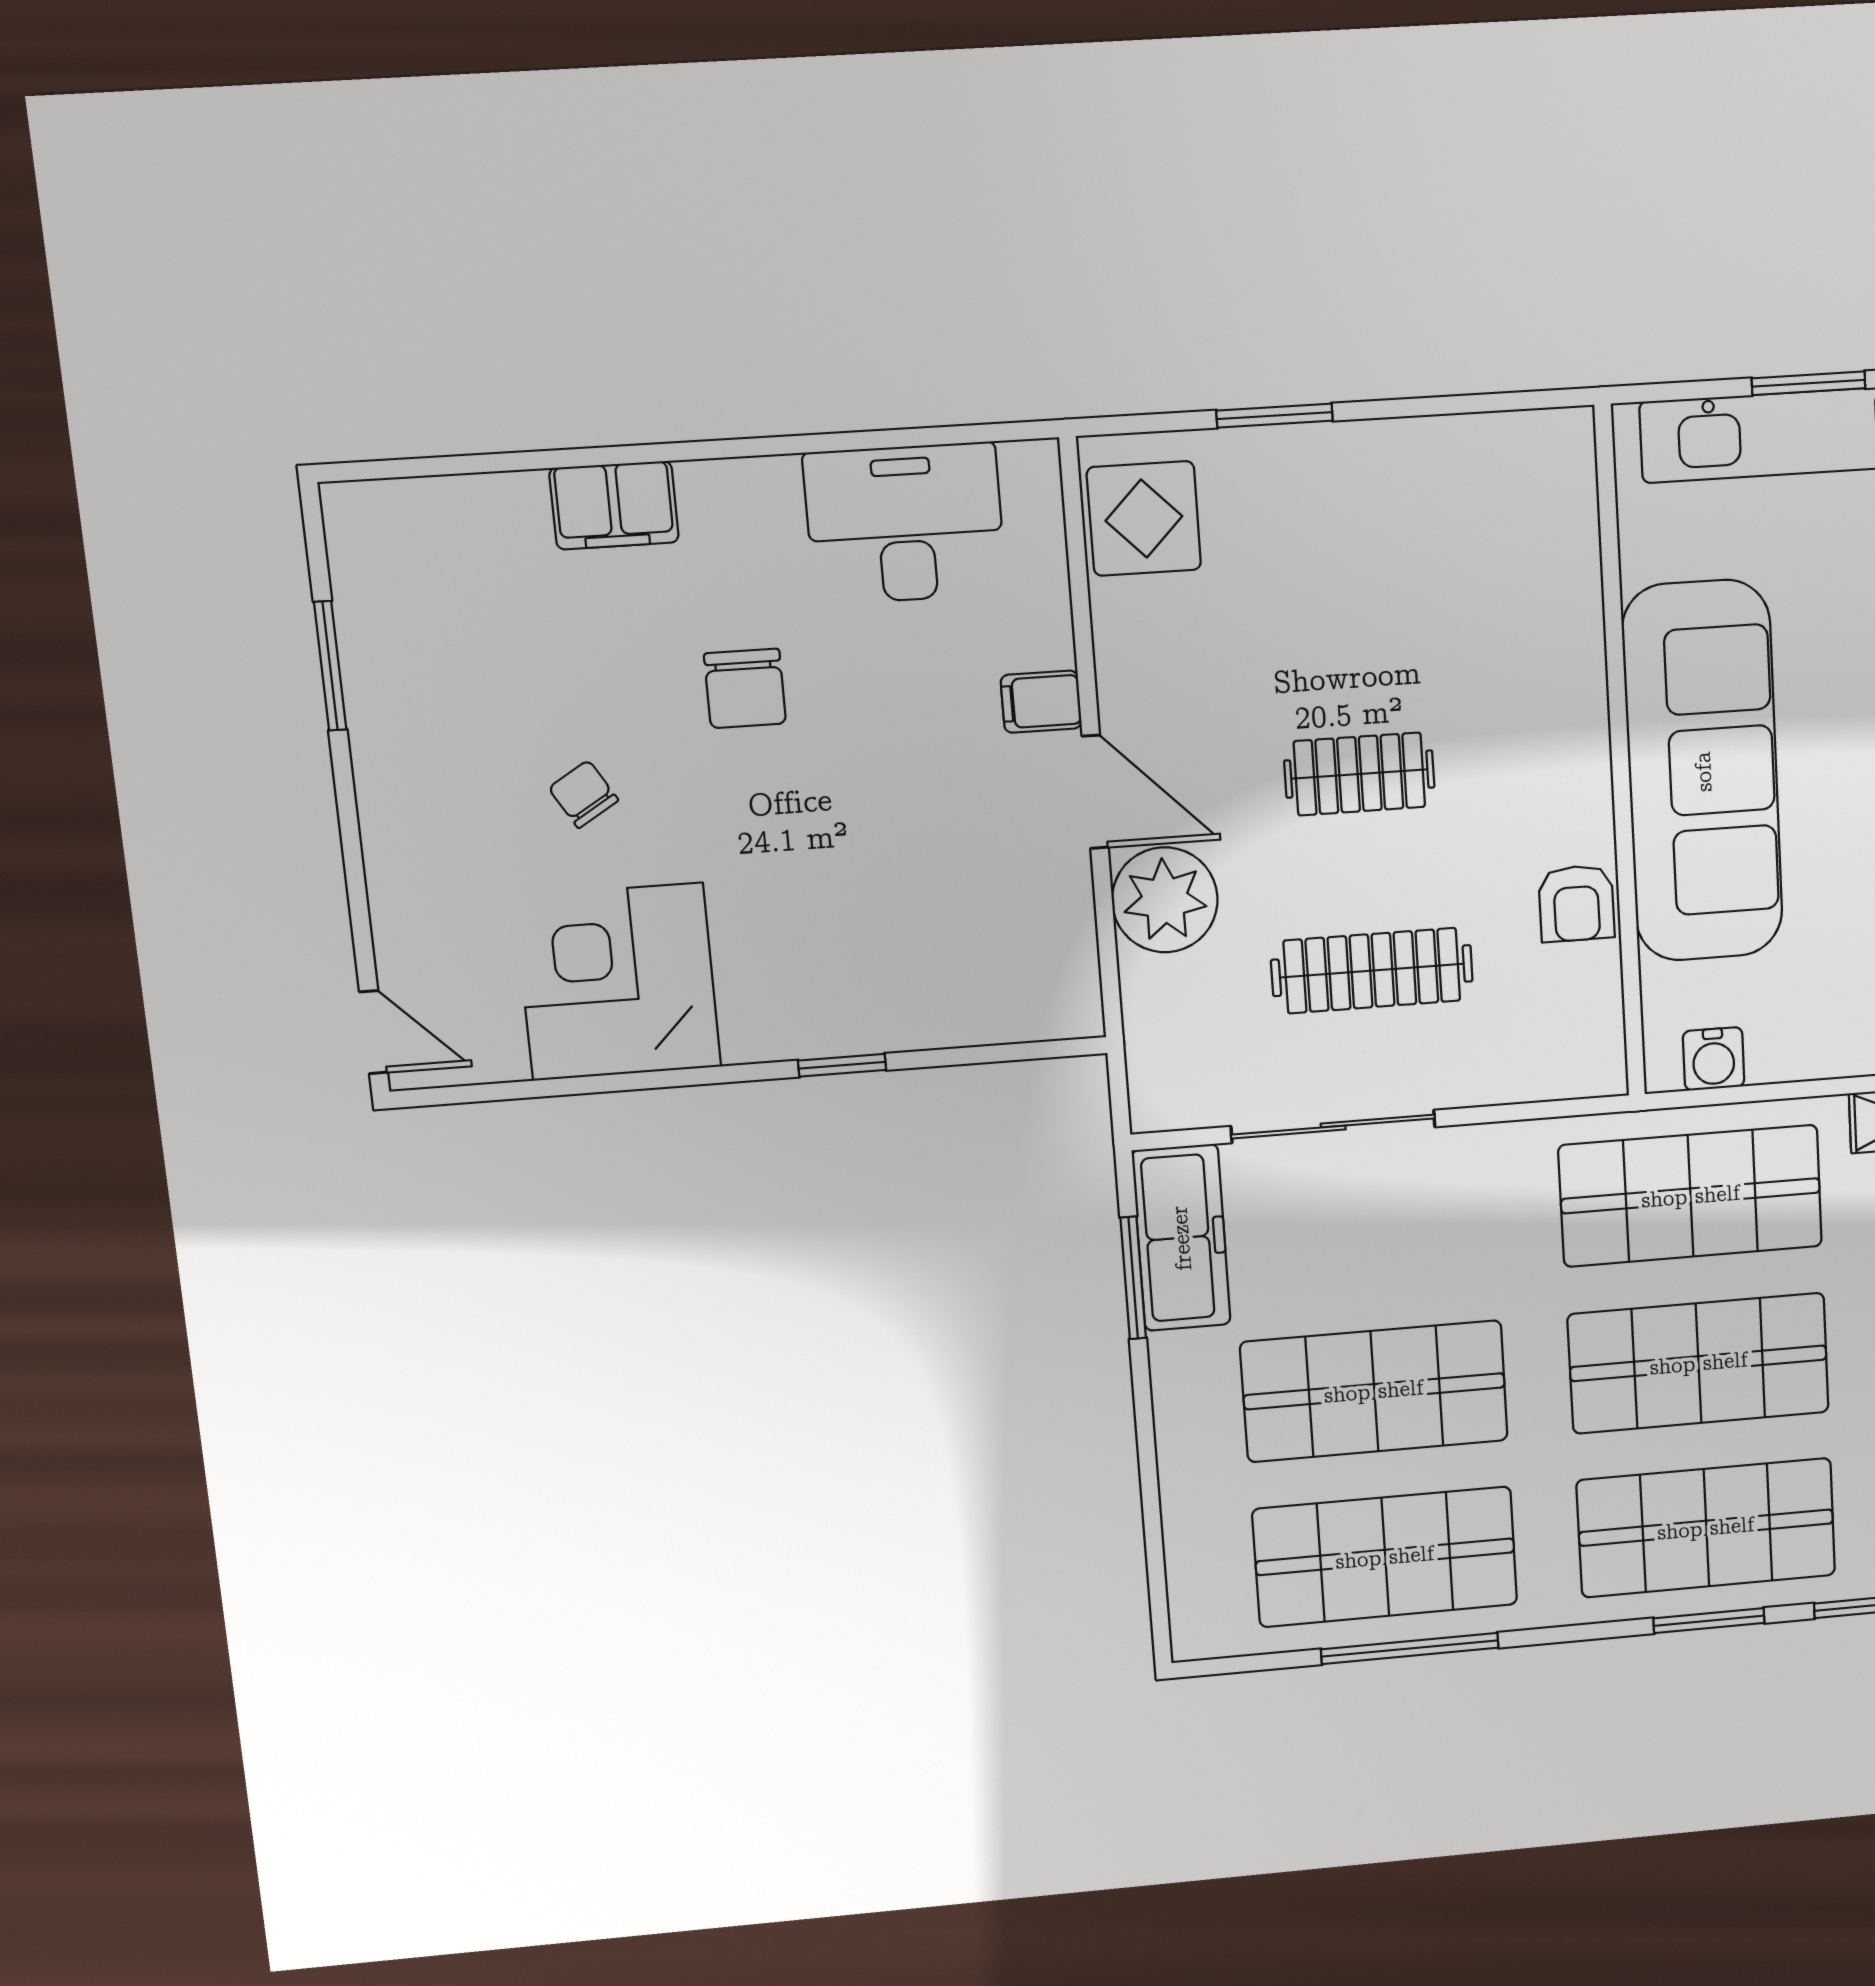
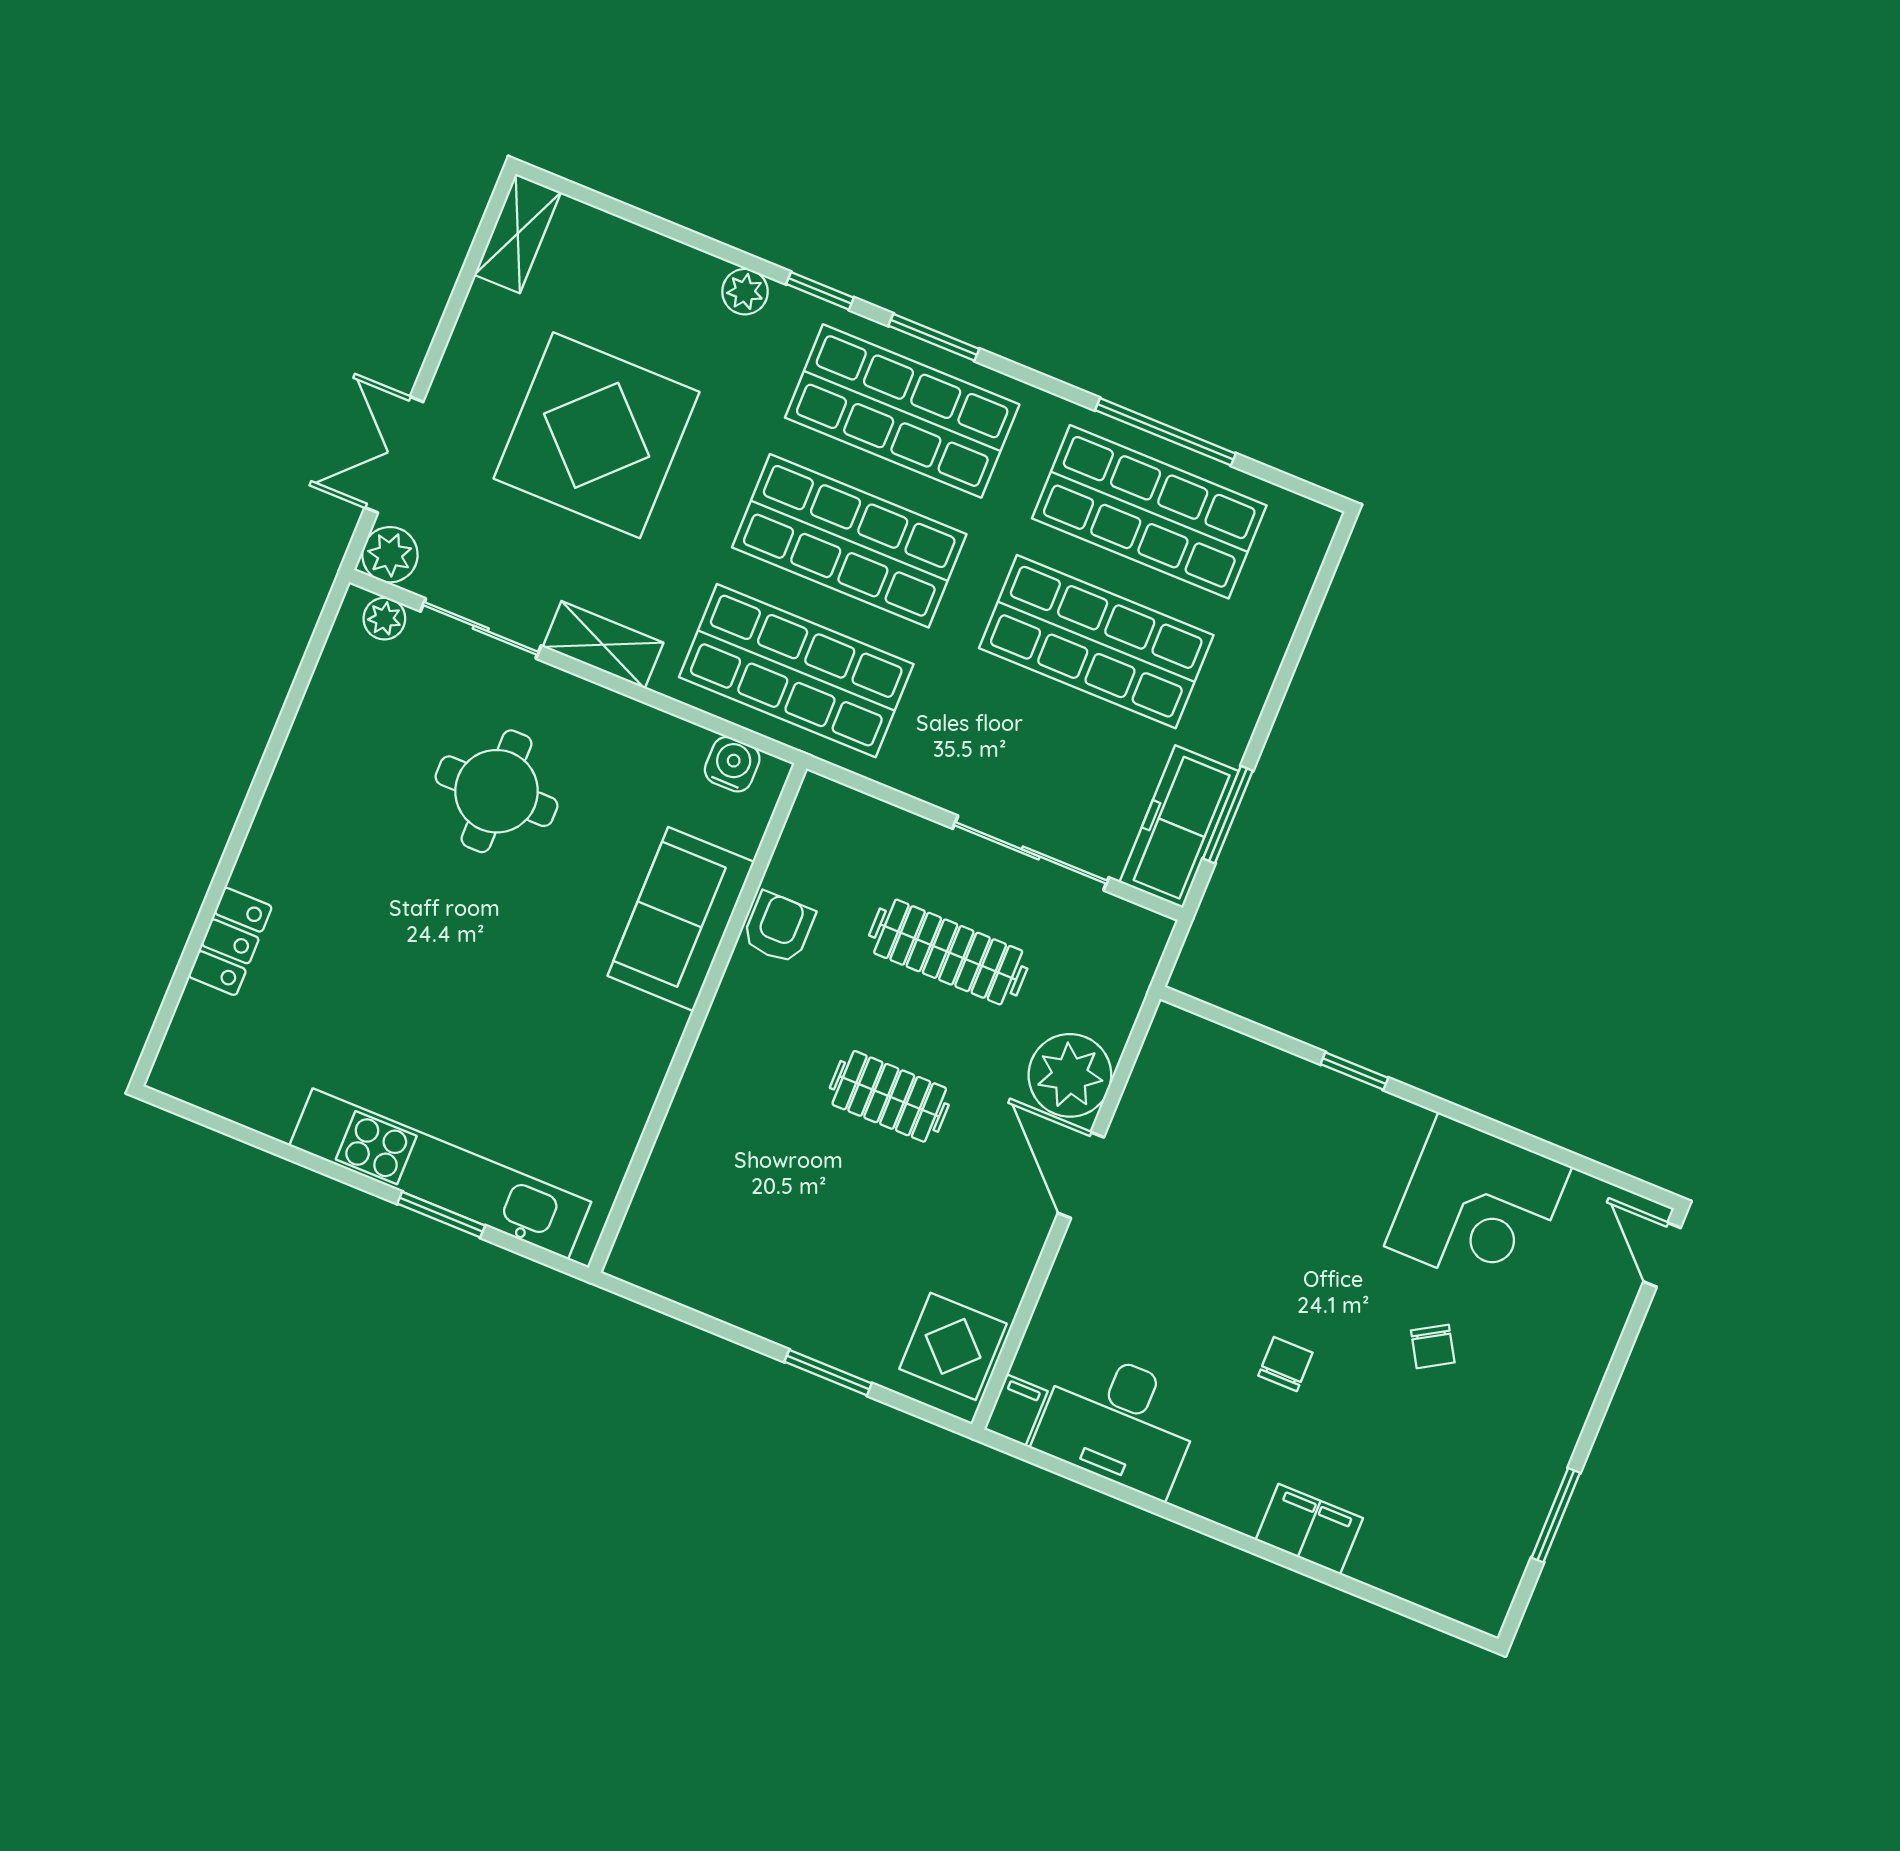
chair: (745, 689) -> (1285, 1364), width x0.73, depth x0.73
filing cabinet: (1041, 702) -> (1016, 1410), moved, turned -90
sofa: (1703, 772) -> (681, 919), width x0.54, depth x0.79

